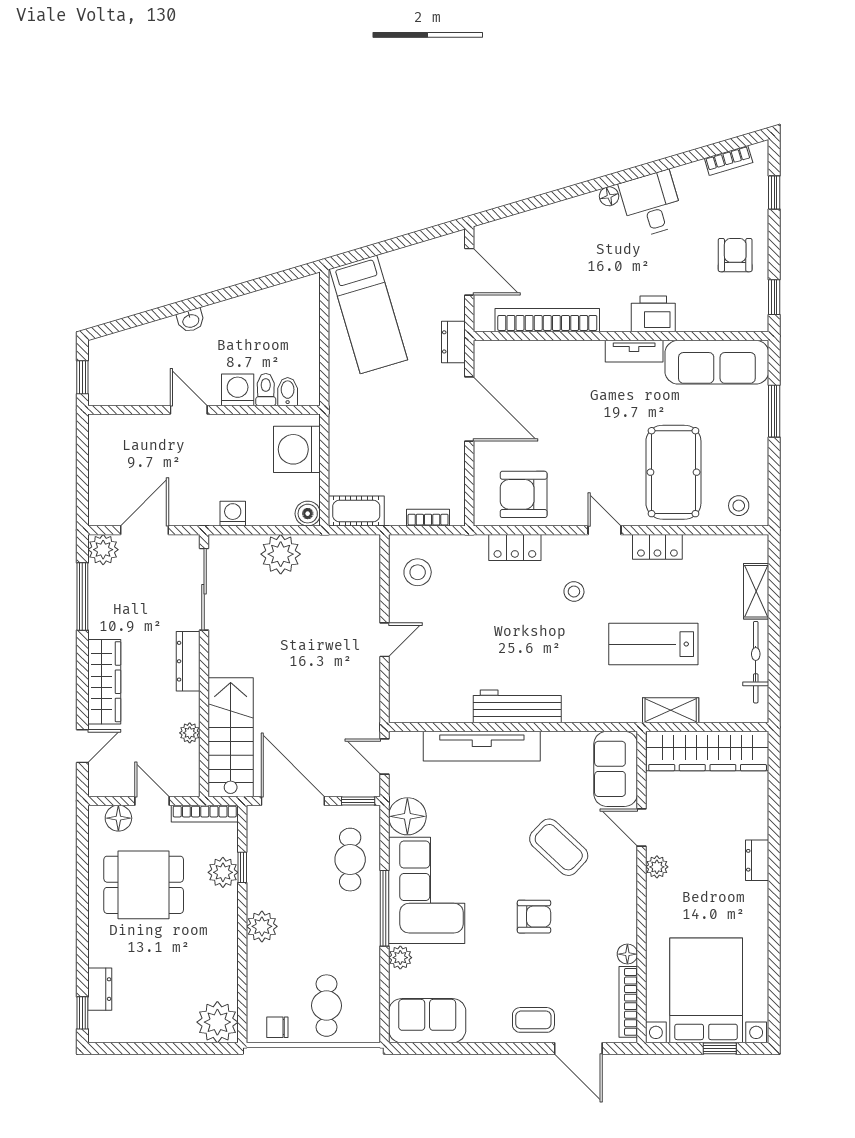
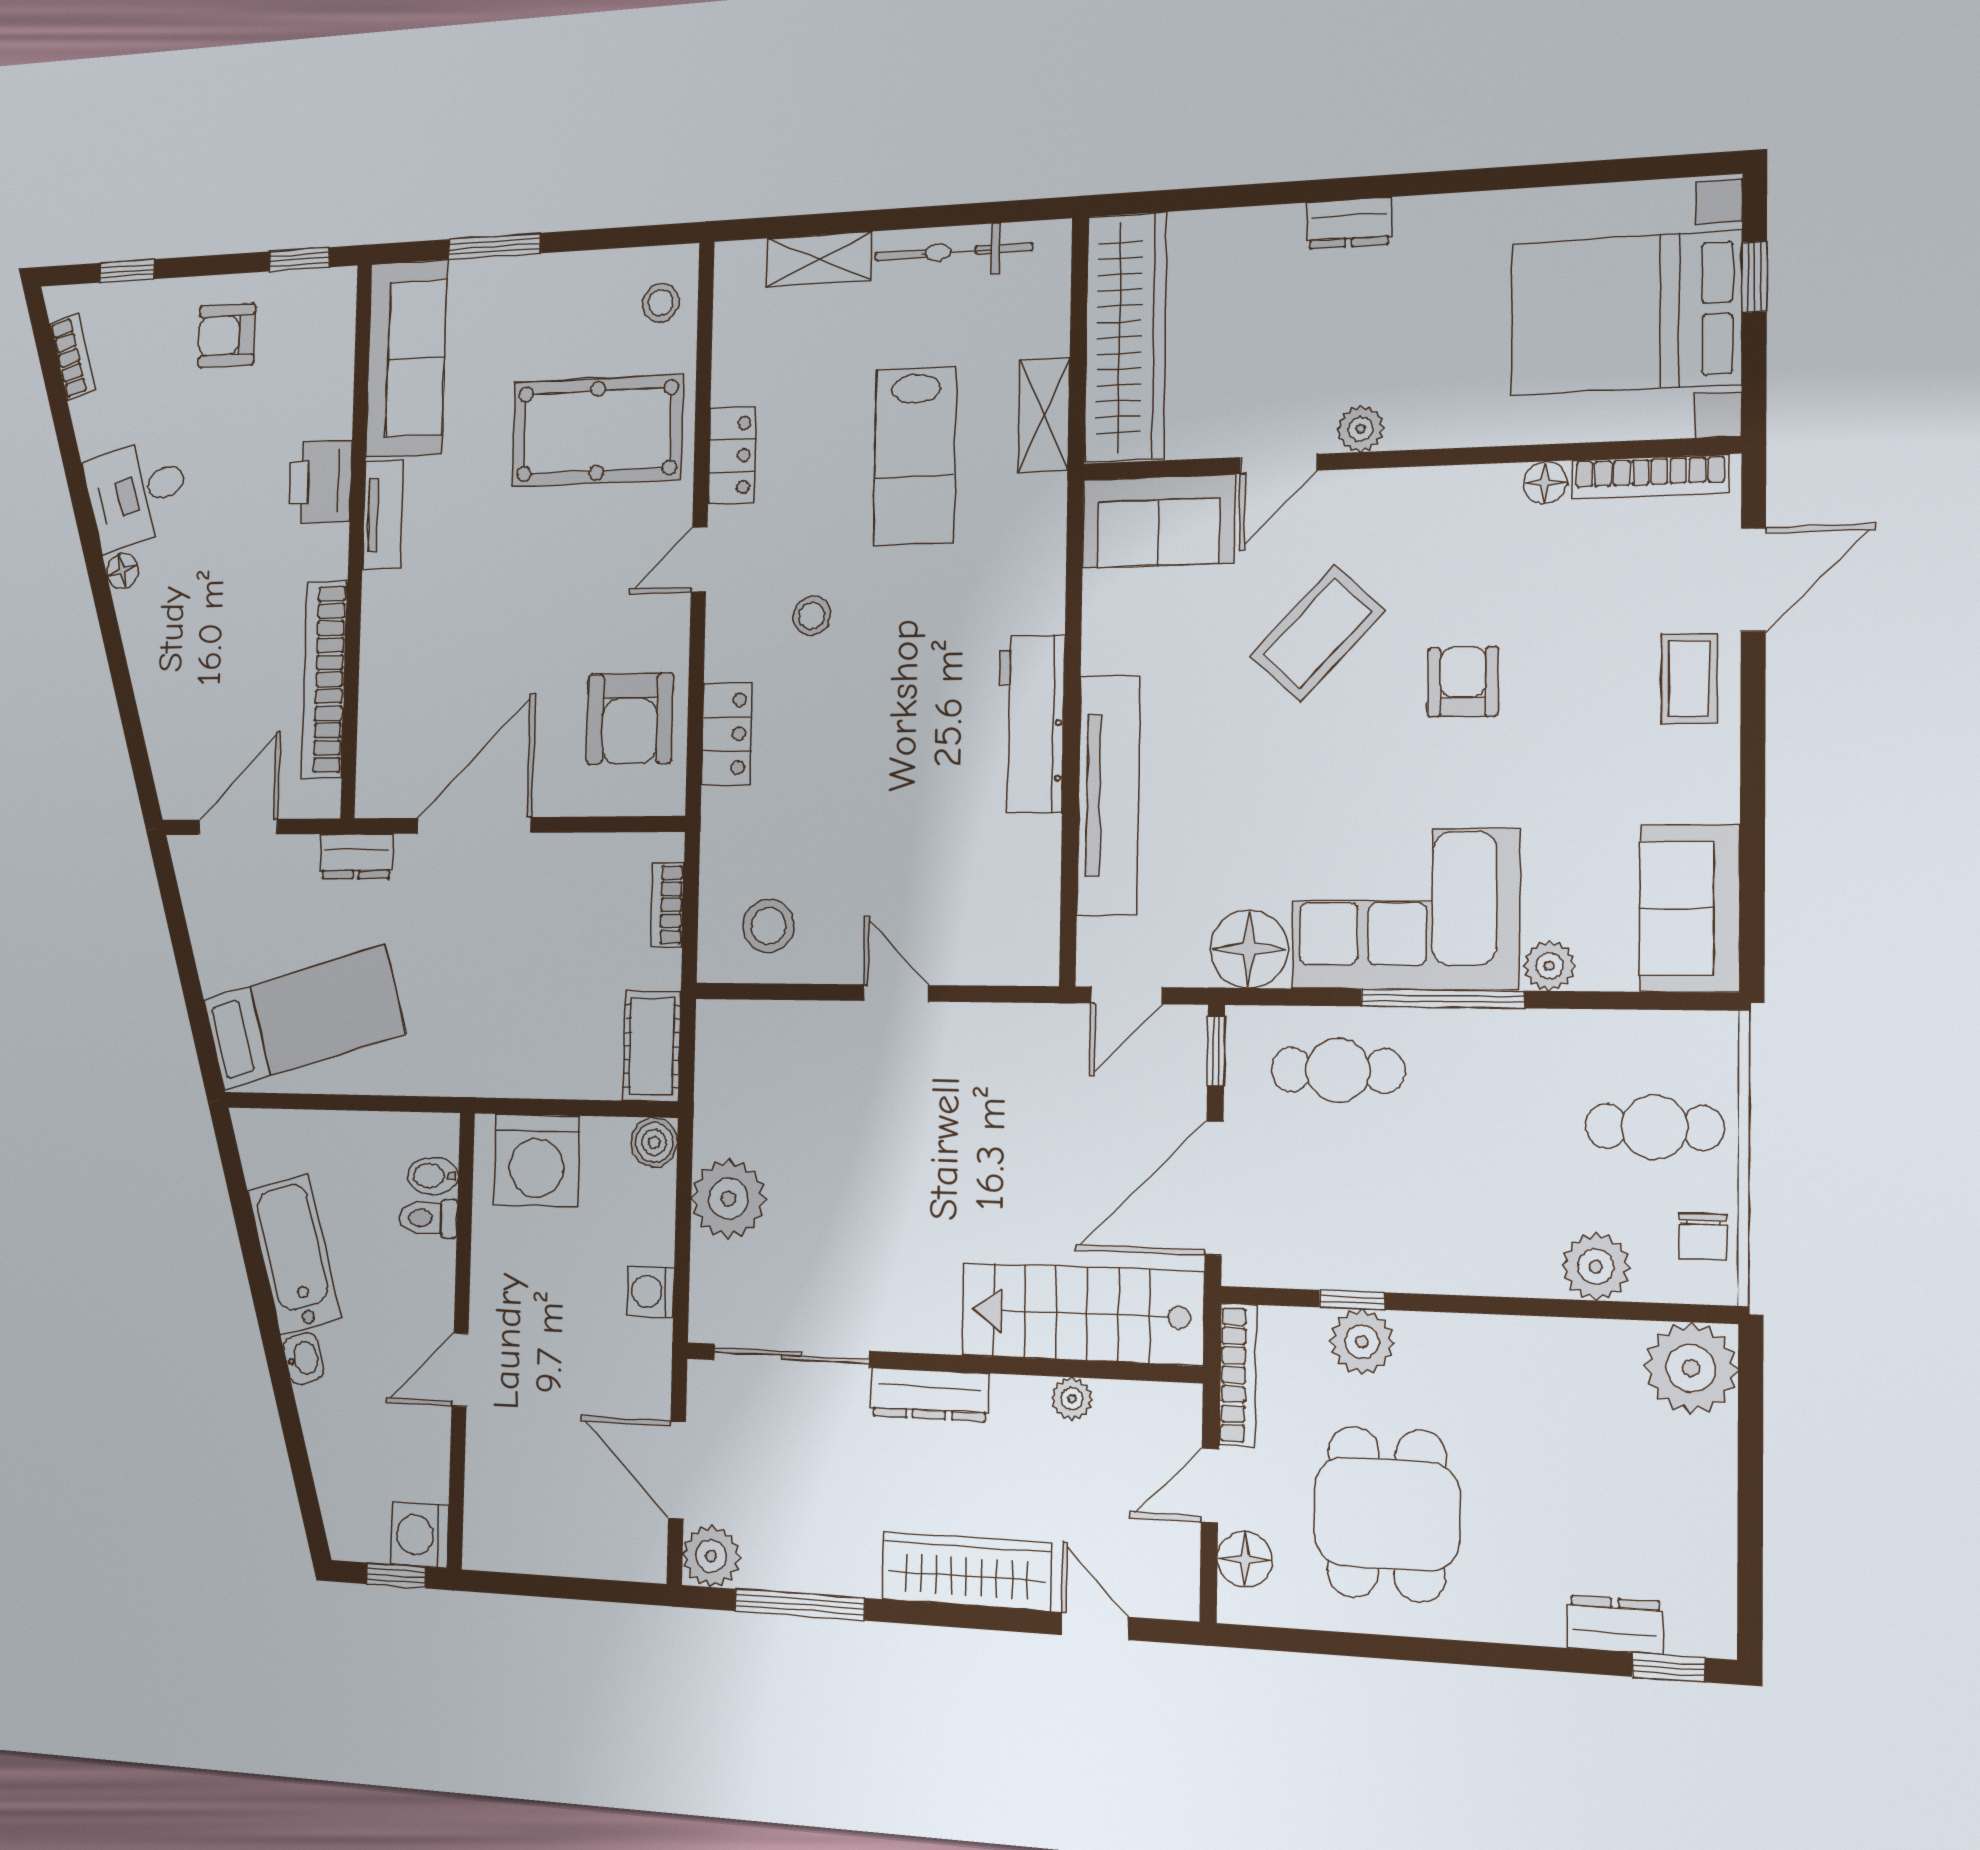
bathtub: (244, 313) -> (294, 1254), added
washing machine: (238, 390) -> (419, 1535), moved
plant: (262, 926) -> (1596, 1267), moved

